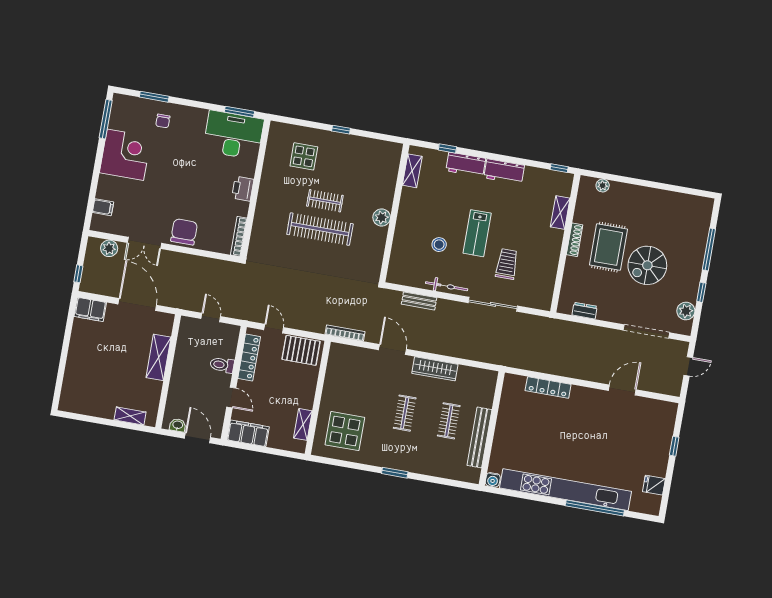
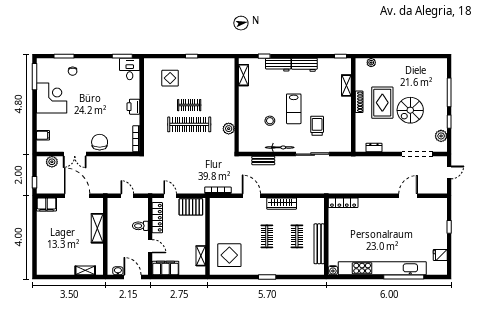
desk: (233, 135) -> (130, 69), width x0.53, depth x0.77
plant: (382, 217) -> (229, 129), moved
locker: (548, 388) -> (343, 203), moved

